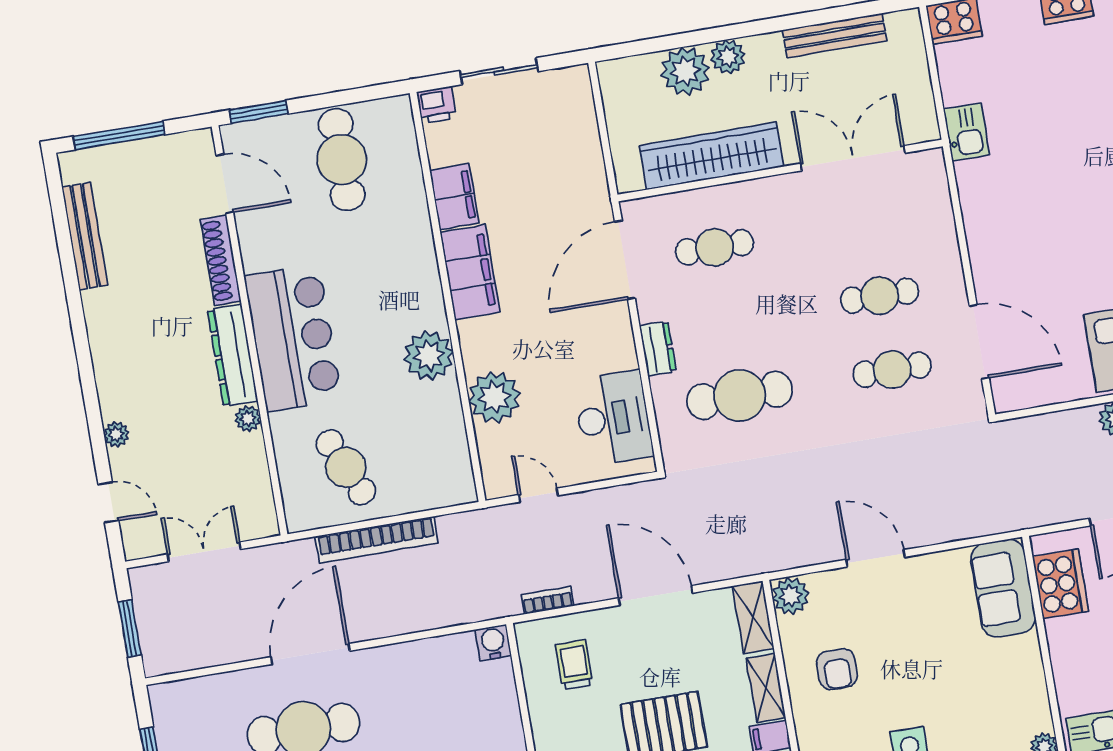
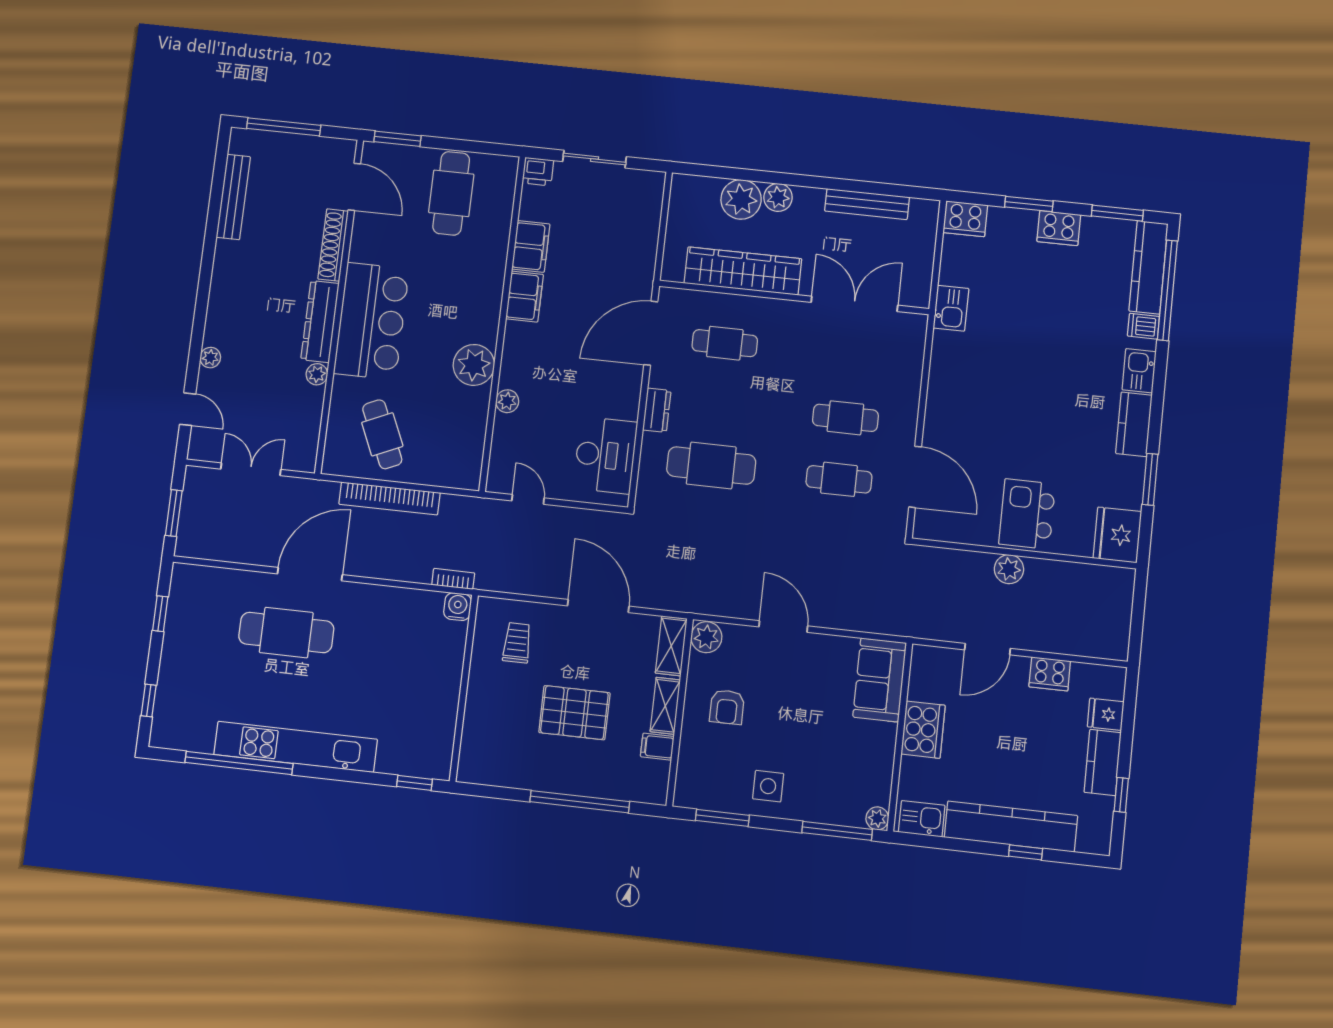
filing cabinet: (470, 272) -> (524, 297), width x0.67, depth x0.86
plant: (494, 397) -> (507, 401), width x0.53, depth x0.53
cooker: (1060, 584) -> (923, 730), moved
bookcase: (548, 600) -> (453, 579), moved

